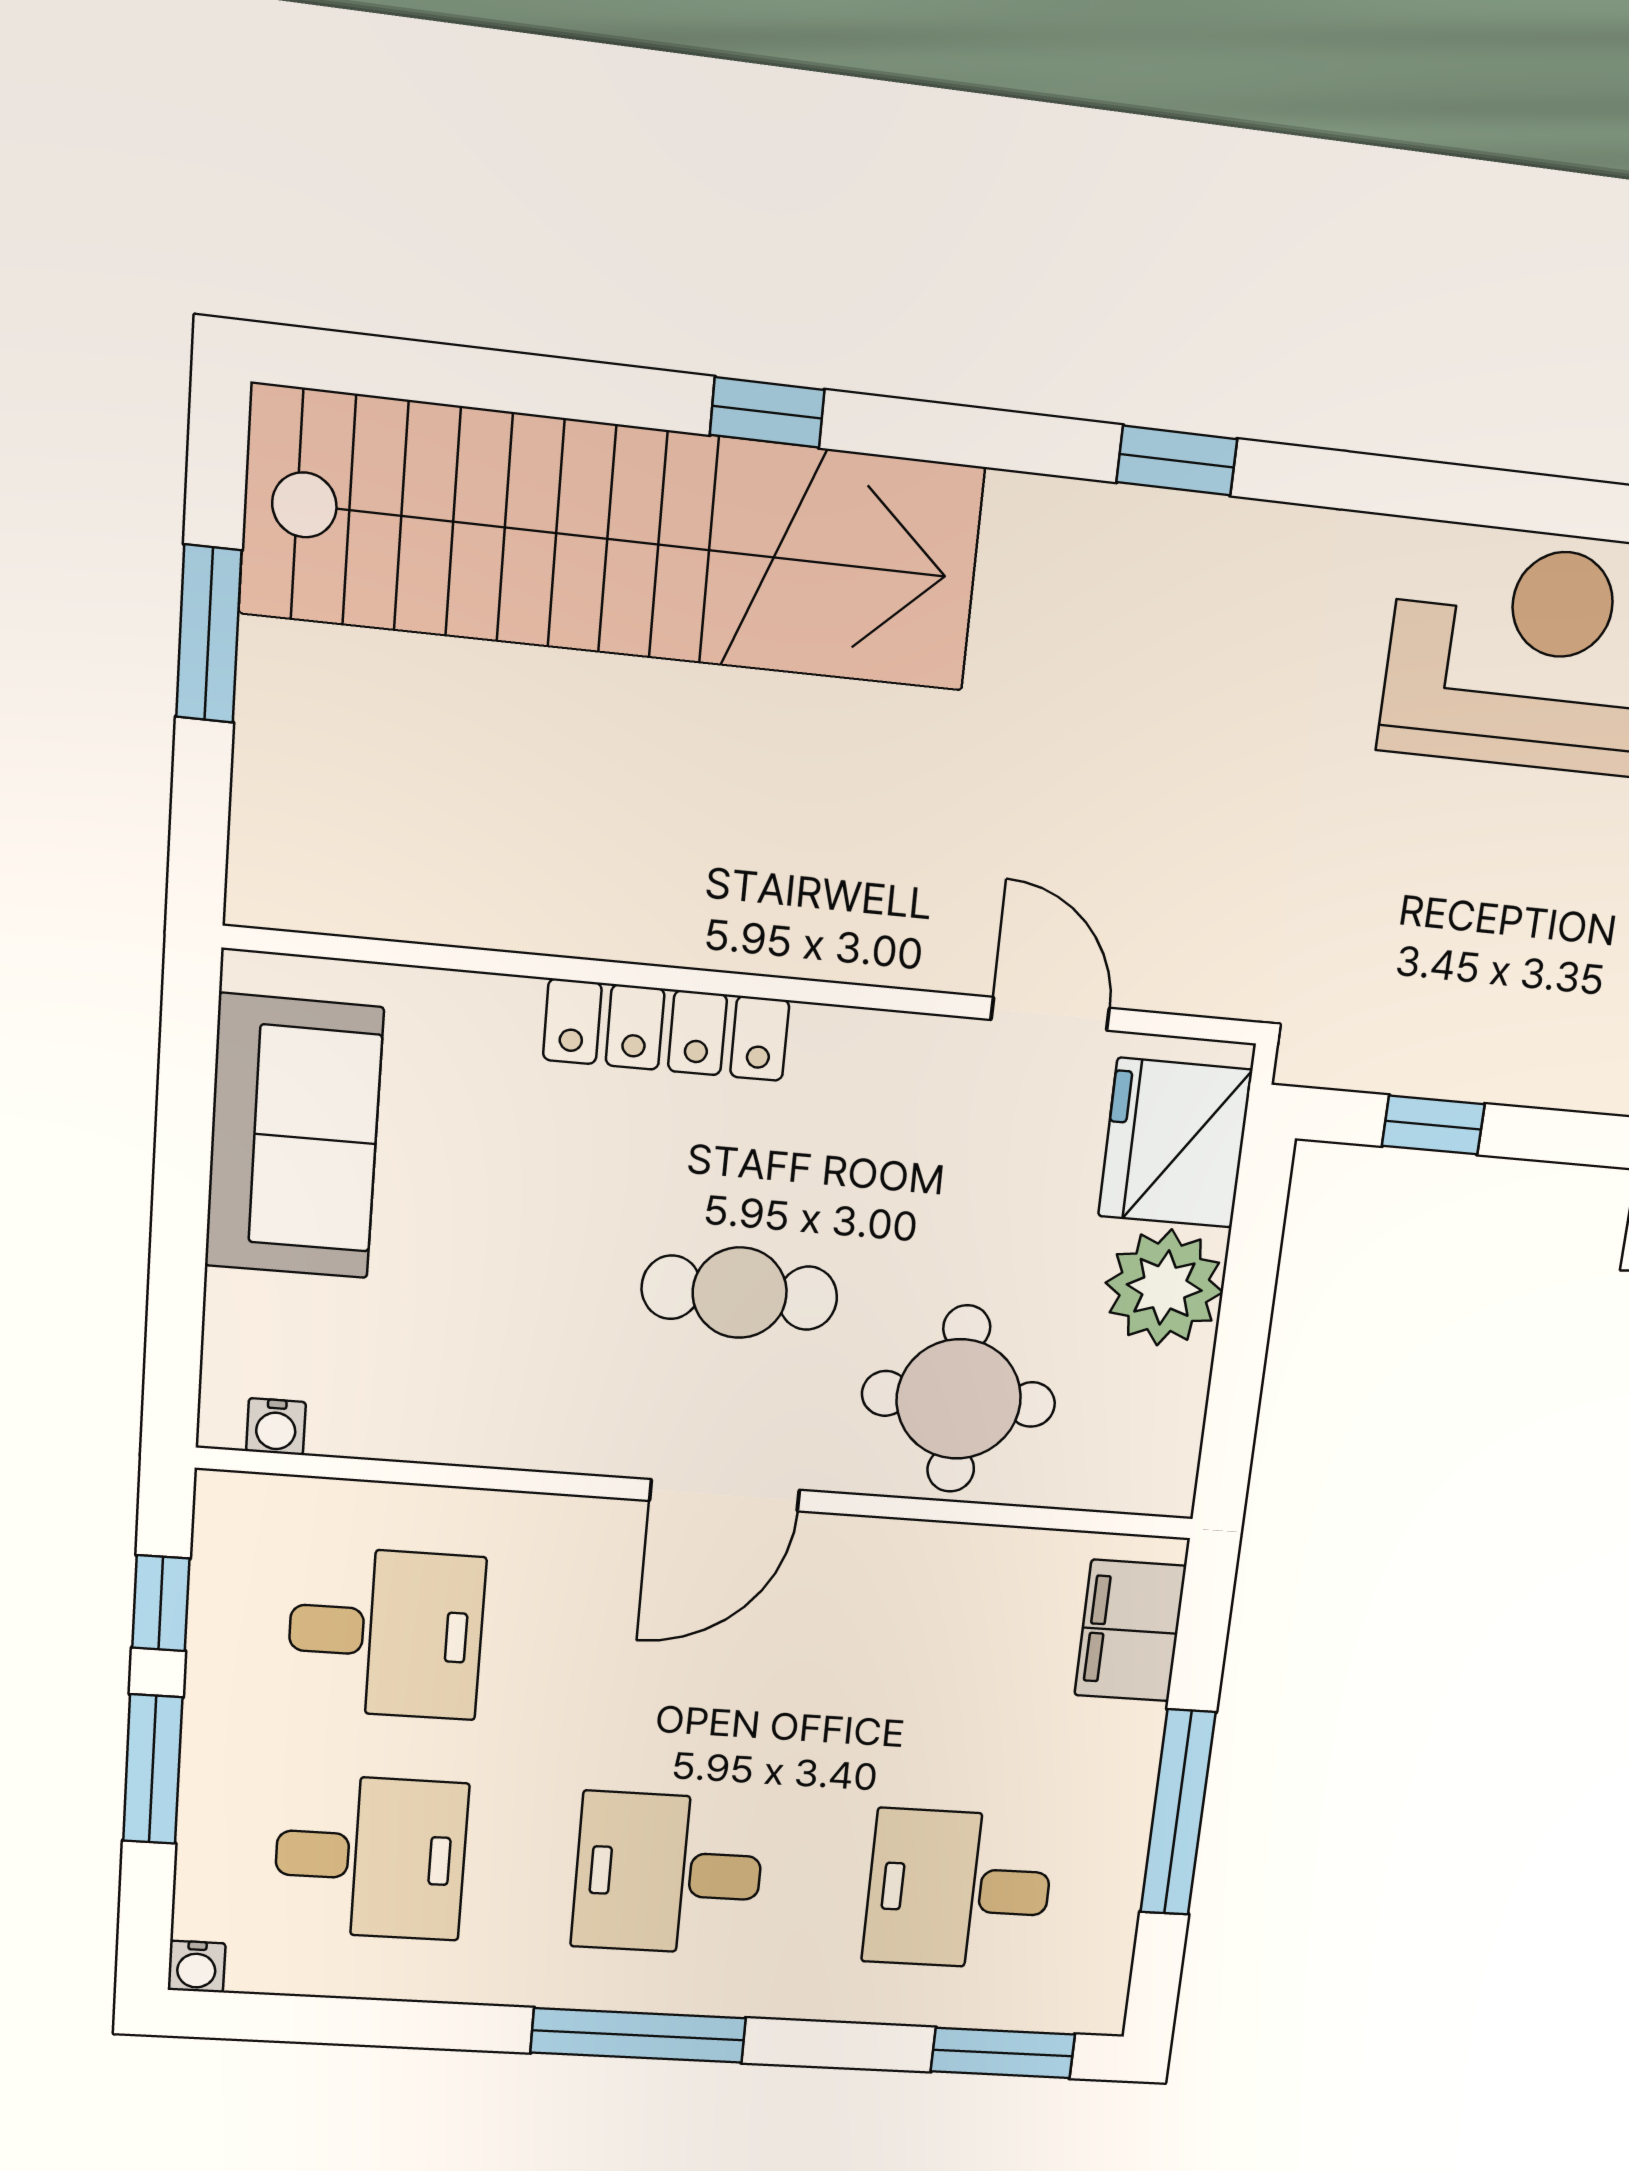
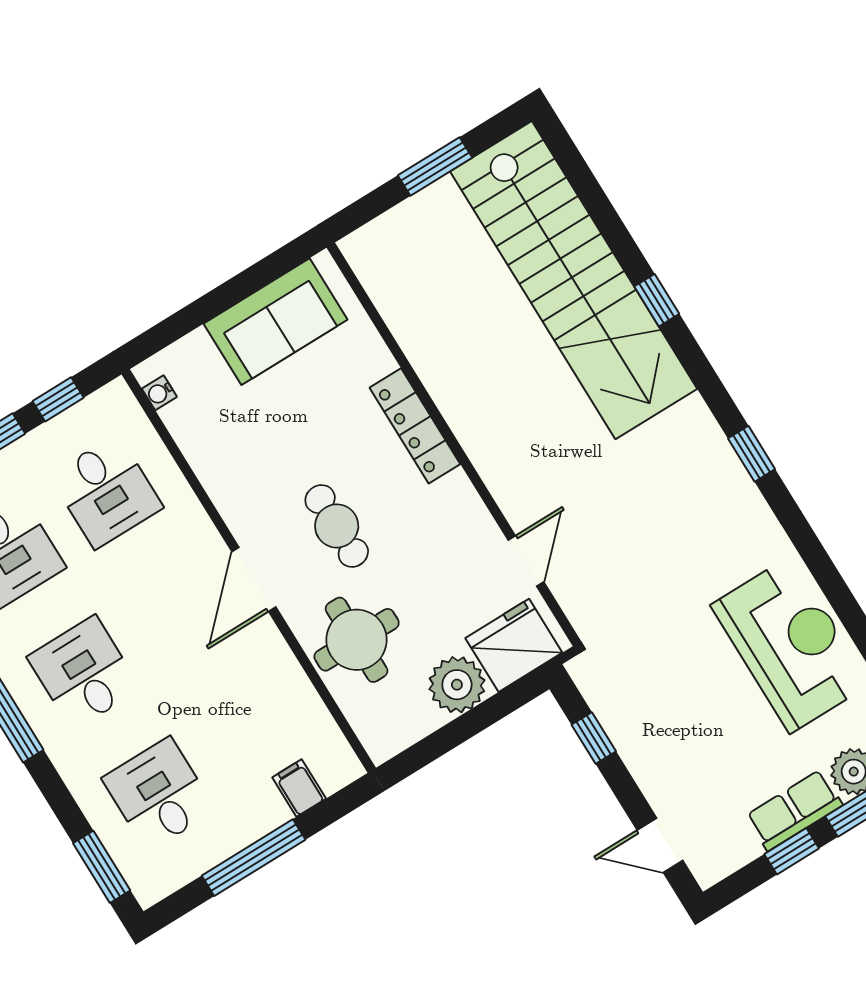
door: (724, 1495) -> (254, 579), hinge flipped
filing cabinet: (1130, 1631) -> (299, 788), width x0.50

